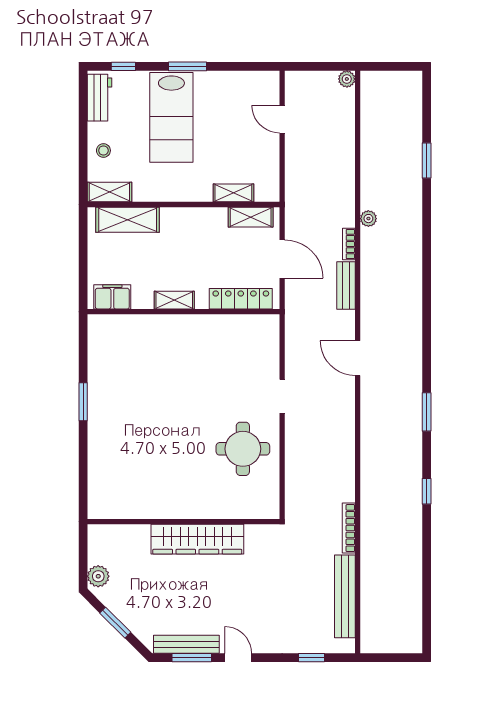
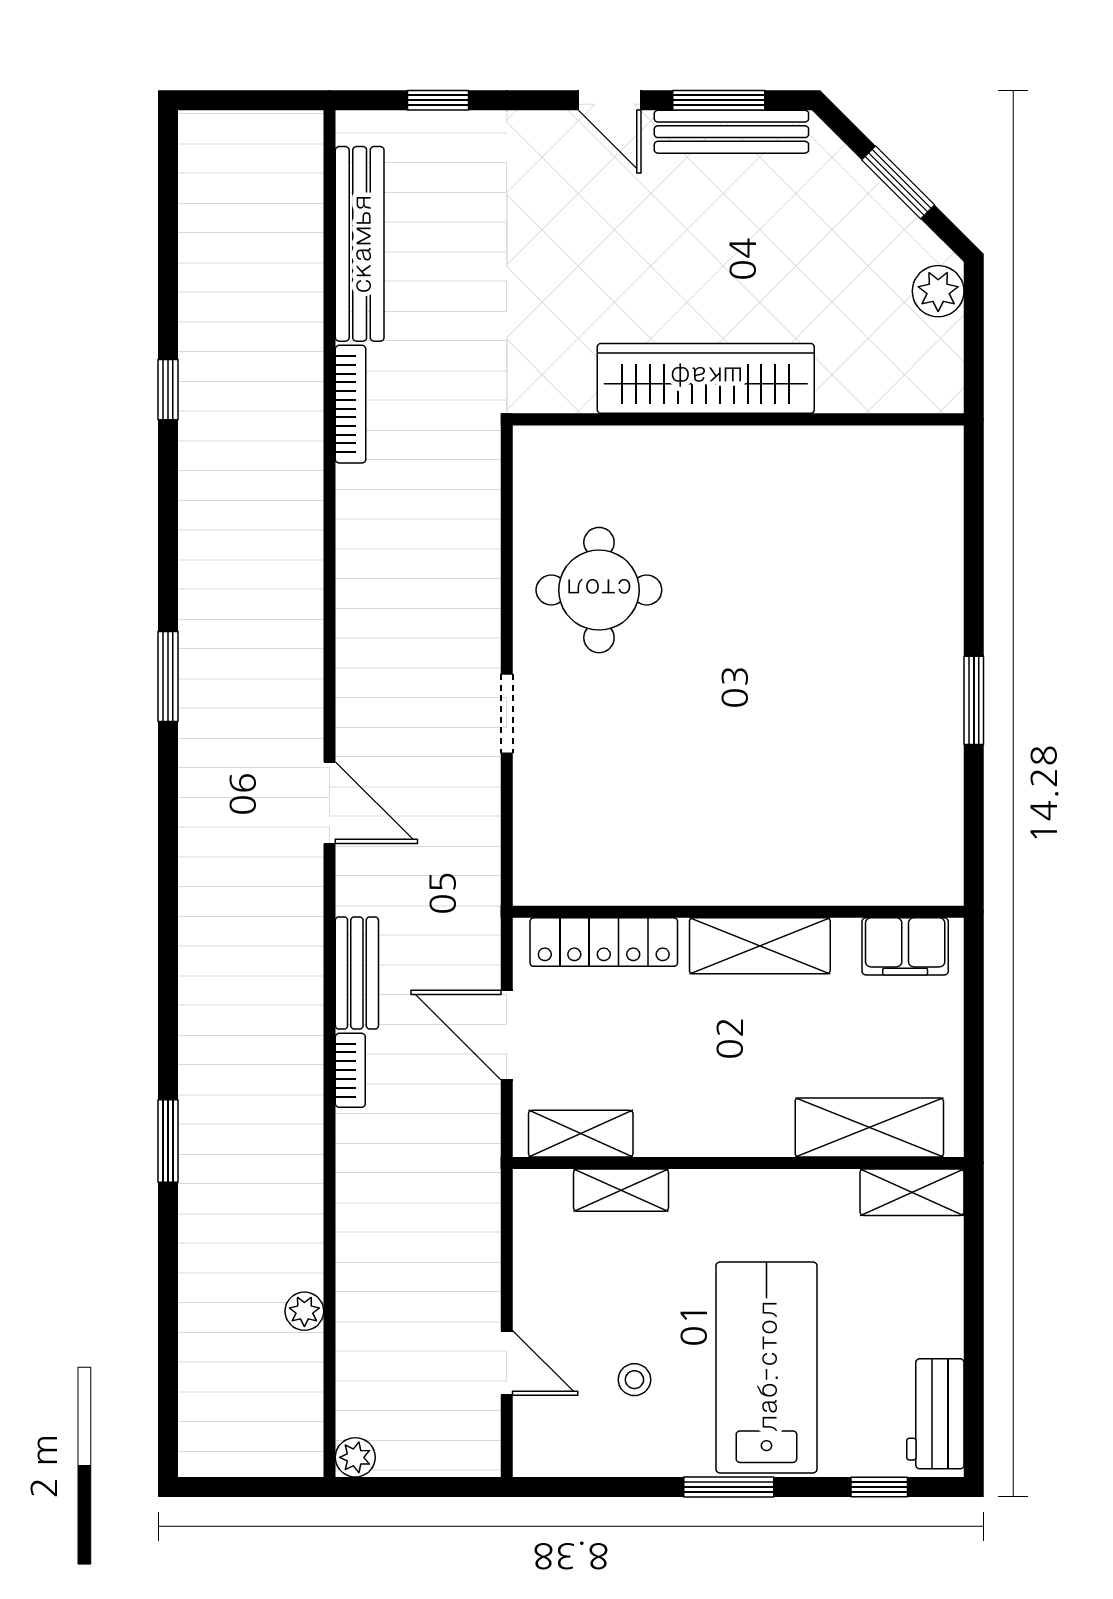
stool: (103, 150) -> (634, 1380), moved
window: (427, 161) -> (168, 1141), moved
plant: (368, 219) -> (304, 1311), moved
shelving: (174, 300) -> (760, 946), width x1.50, depth x1.33
window: (427, 491) -> (168, 390), moved

